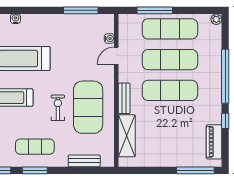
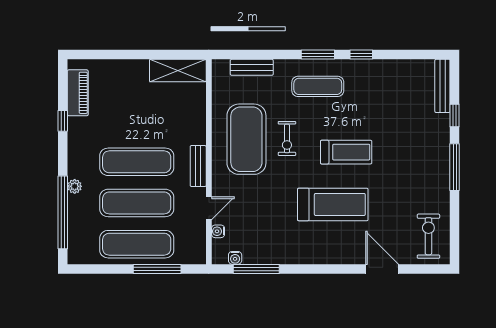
water cooler: (15, 19) -> (235, 258), moved
plant: (216, 19) -> (75, 186), moved
window: (225, 76) -> (63, 212), moved
bench: (124, 98) -> (198, 166), moved
shelving: (127, 136) -> (178, 70), moved, turned 90
window: (195, 170) -> (103, 55), removed

